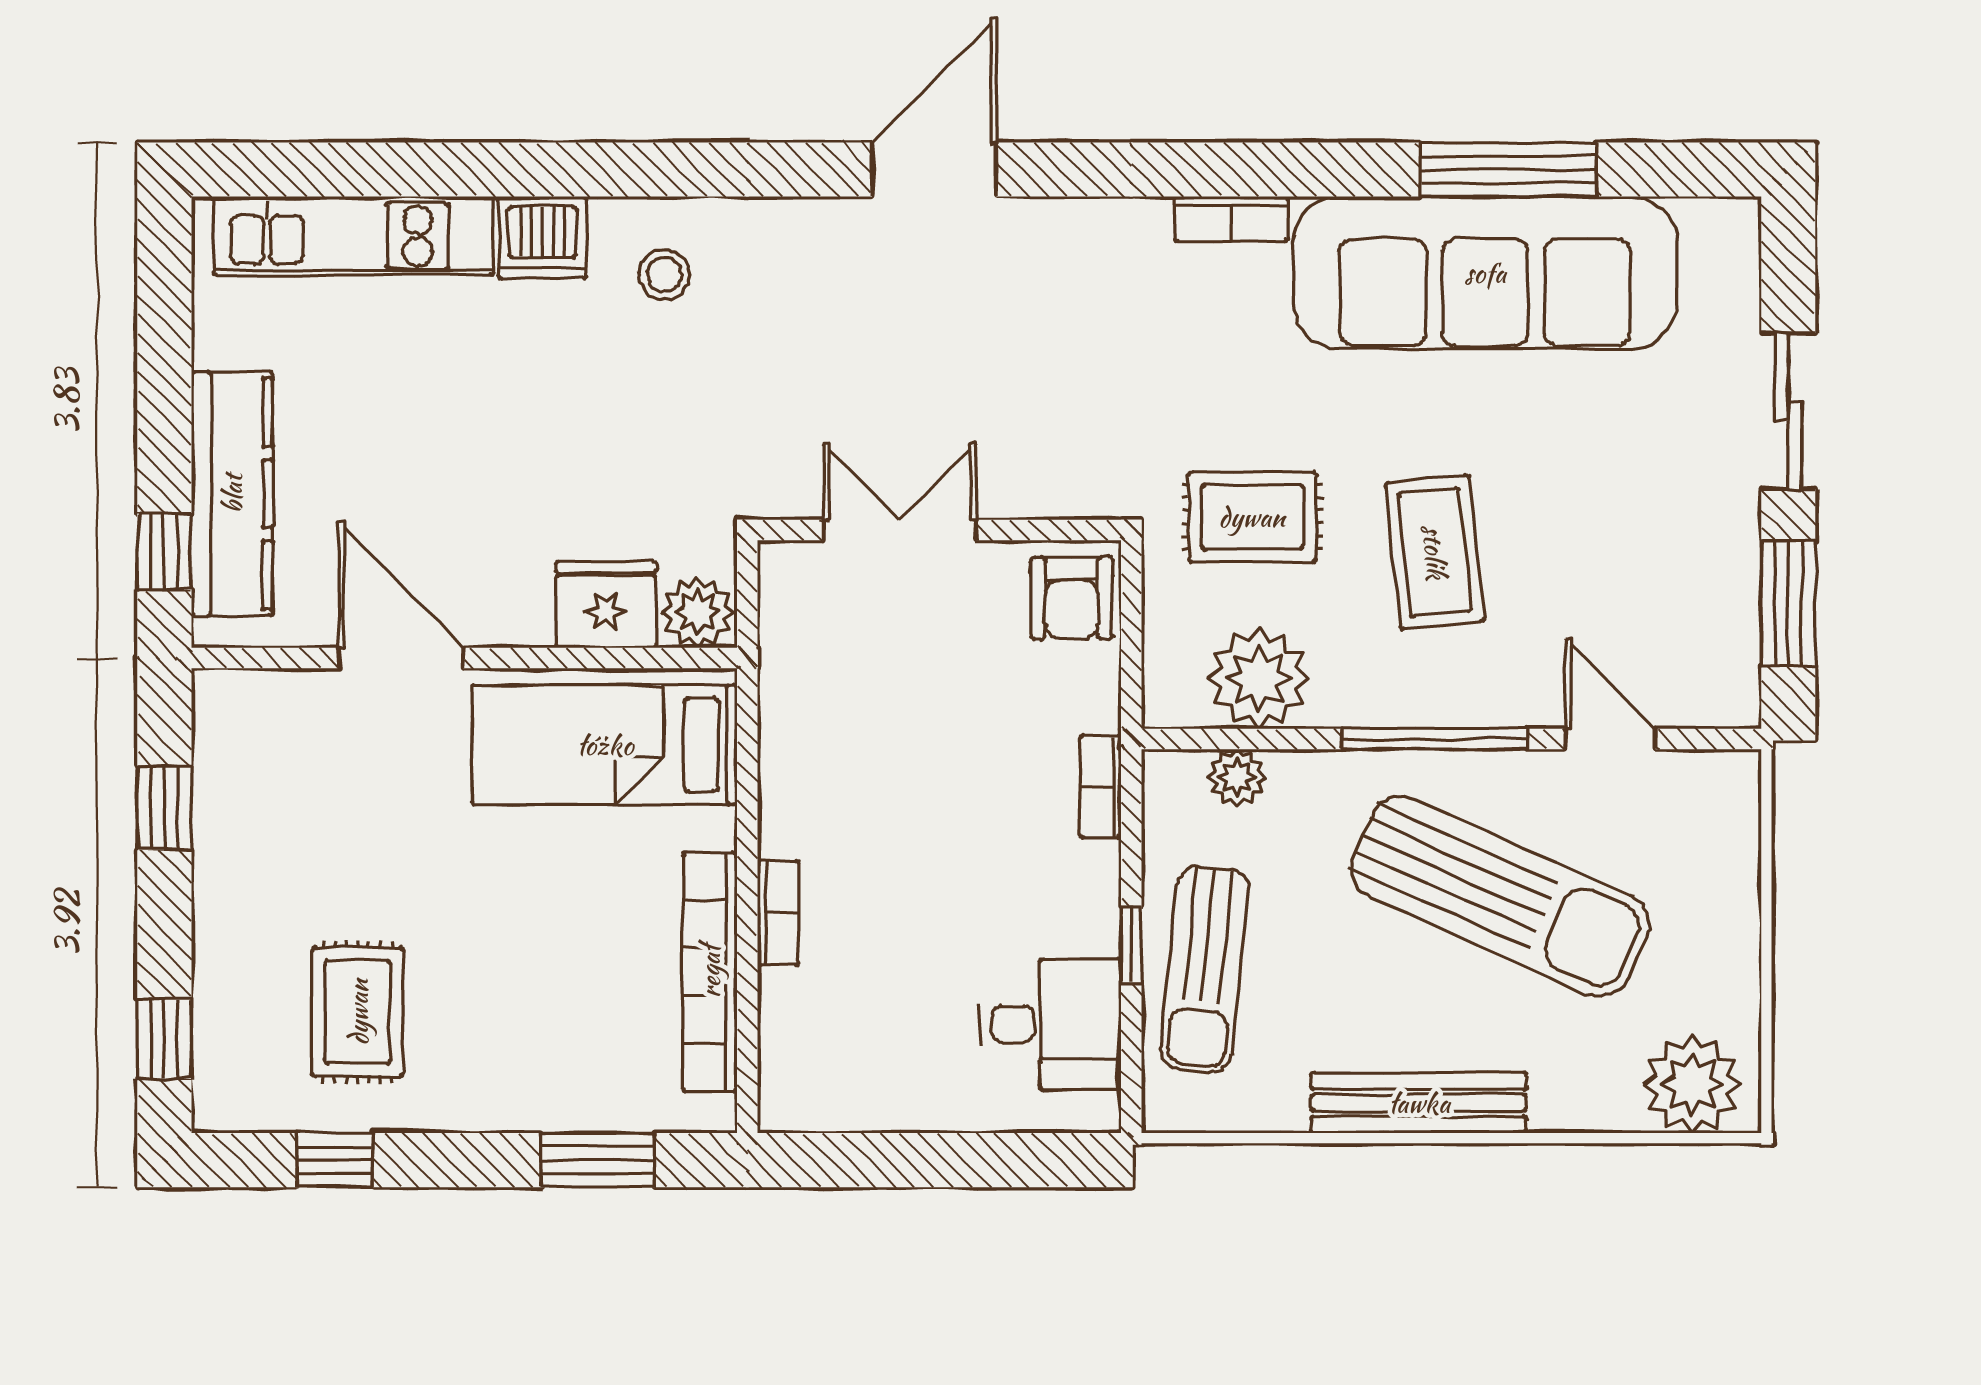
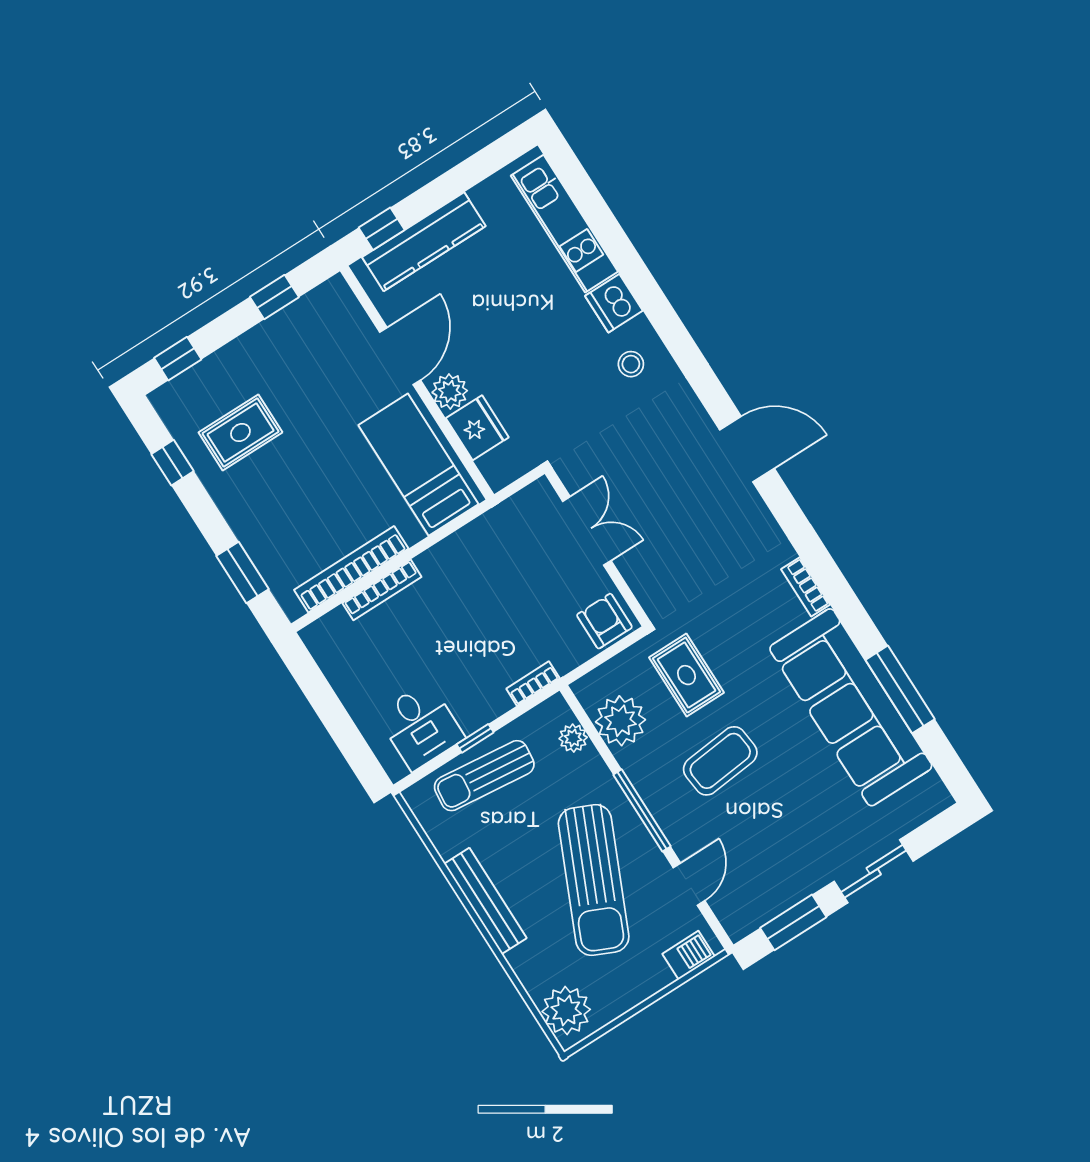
armchair: (1072, 598) -> (604, 621), turned 90
plant: (697, 612) -> (450, 391), moved
barbecue: (1730, 817) -> (688, 955), added
bookcase: (778, 913) -> (382, 590), width x1.56

